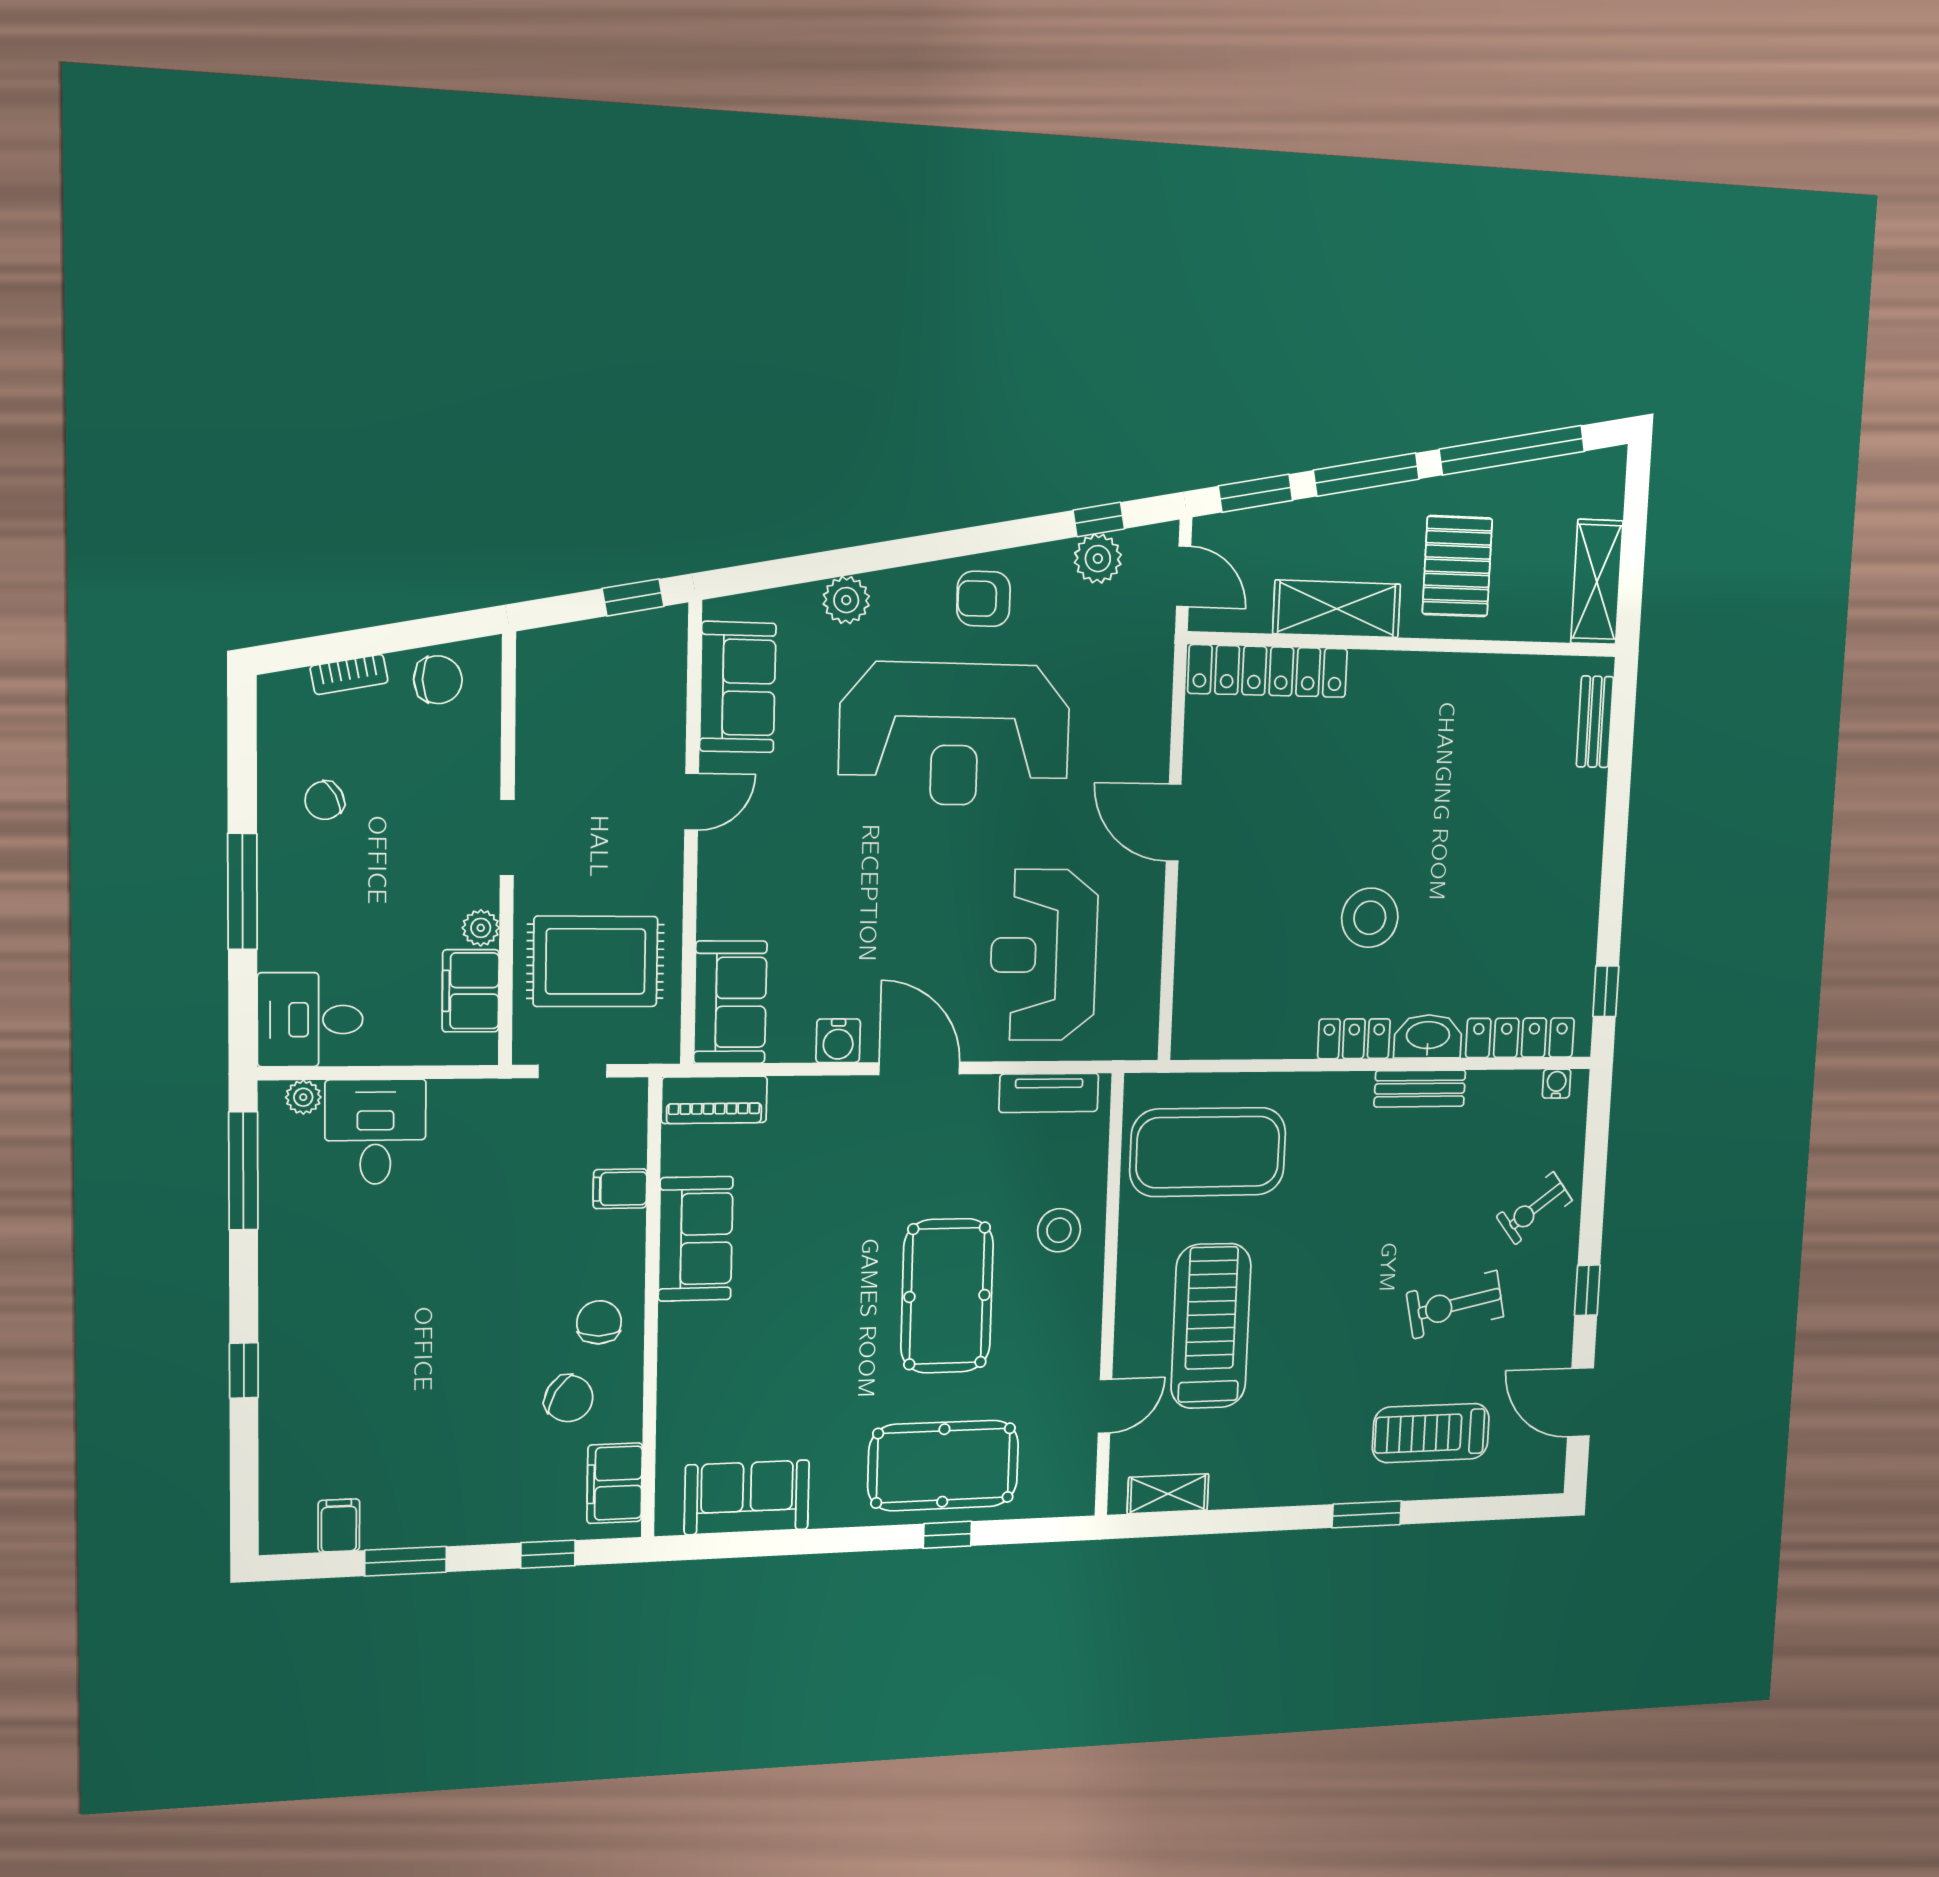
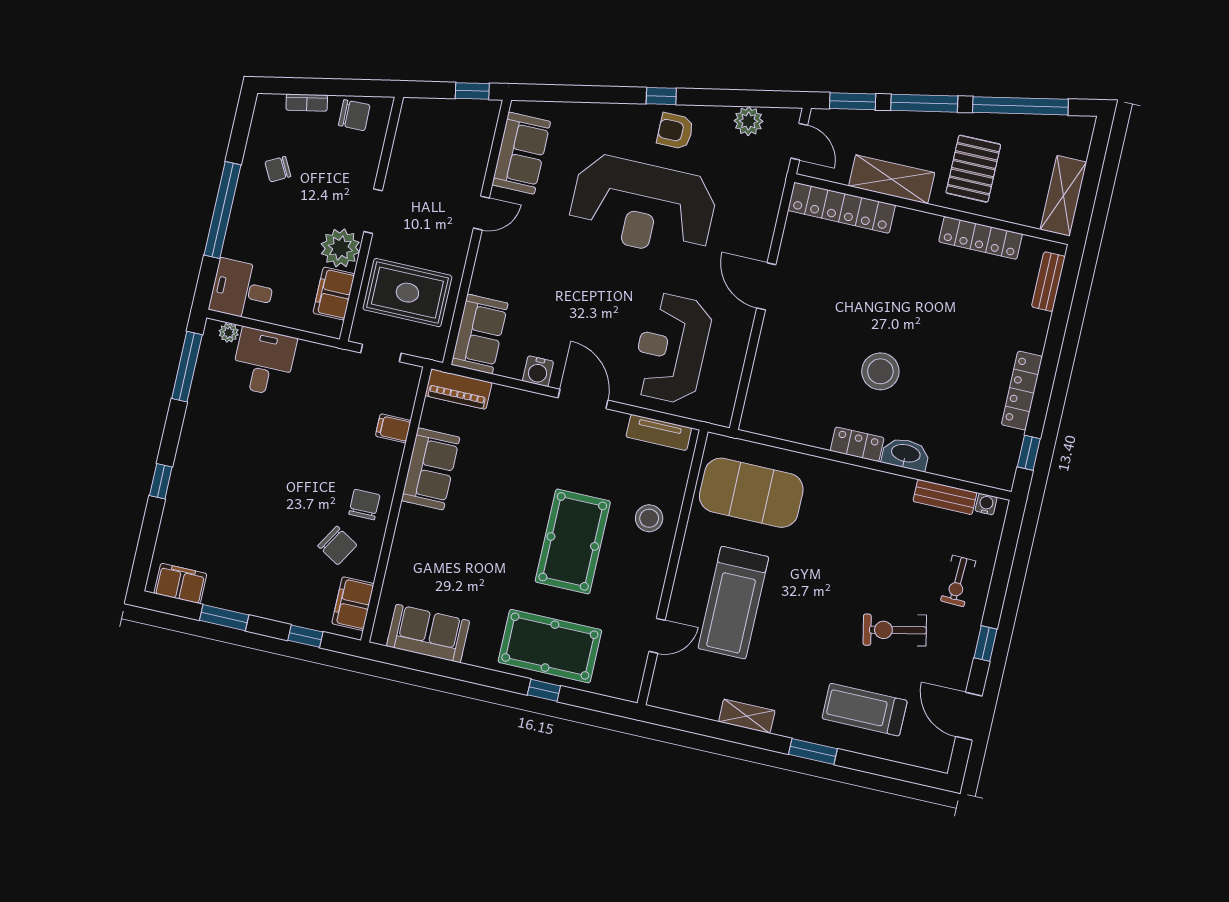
window: (1099, 519) -> (661, 96), moved
plant: (846, 600) -> (594, 116), removed
locker: (1485, 675) -> (981, 238), added
window: (242, 891) -> (222, 210), width x1.46
plant: (481, 928) -> (340, 248), width x1.87, depth x1.87
locker: (1520, 1038) -> (1022, 391), moved, turned -90
bench: (1420, 1089) -> (945, 497), moved
exercise bike: (1534, 1208) -> (958, 581), turned -51
treadmill: (1211, 1326) -> (733, 603), turned 180
shelving: (1168, 1494) -> (747, 716), moved
filing cabinet: (339, 1526) -> (180, 583), width x2.00

